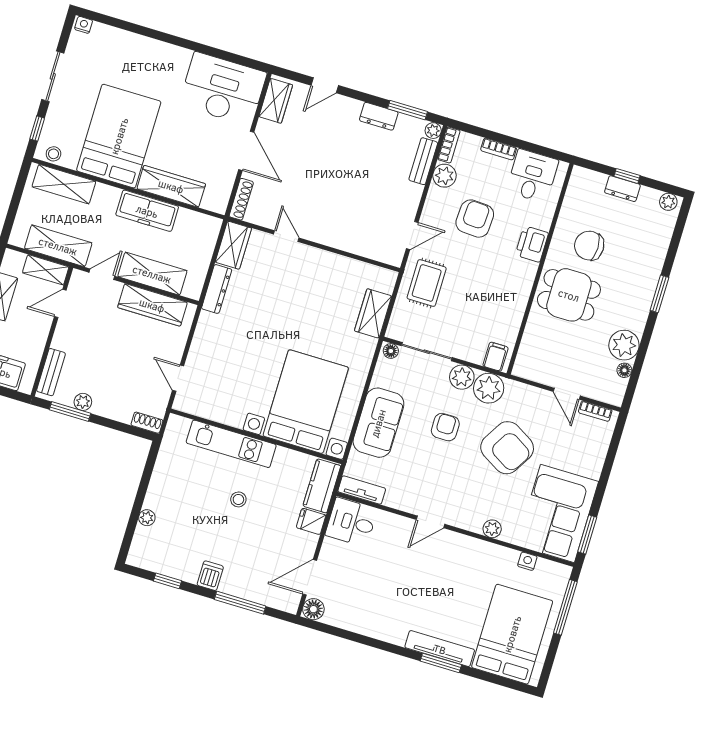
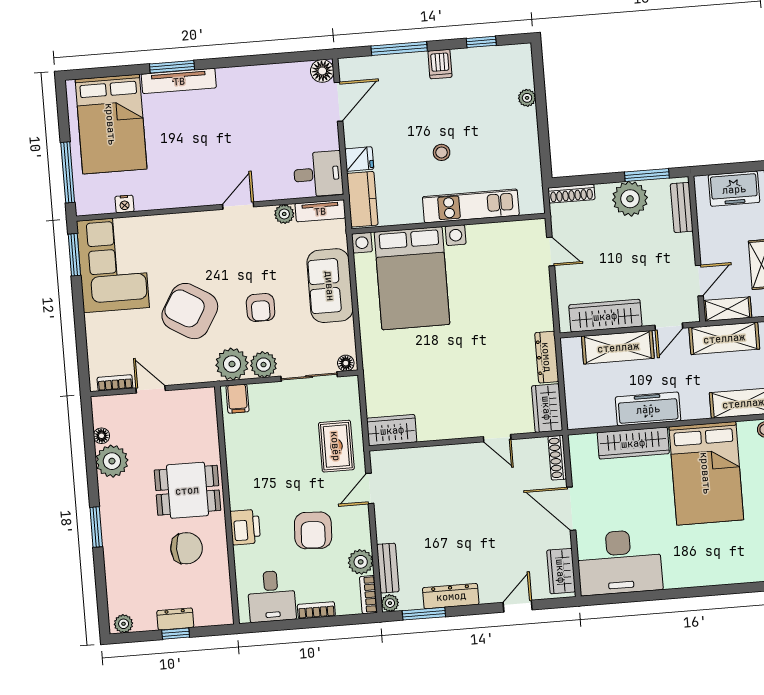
dresser: (379, 116) -> (451, 596), width x1.44
wardrobe: (373, 313) -> (392, 430), moved, turned -90
plant: (83, 402) -> (630, 199), width x1.87, depth x1.87
shoe rack: (147, 423) -> (571, 194), width x1.43
plant: (492, 529) -> (284, 214), moved

